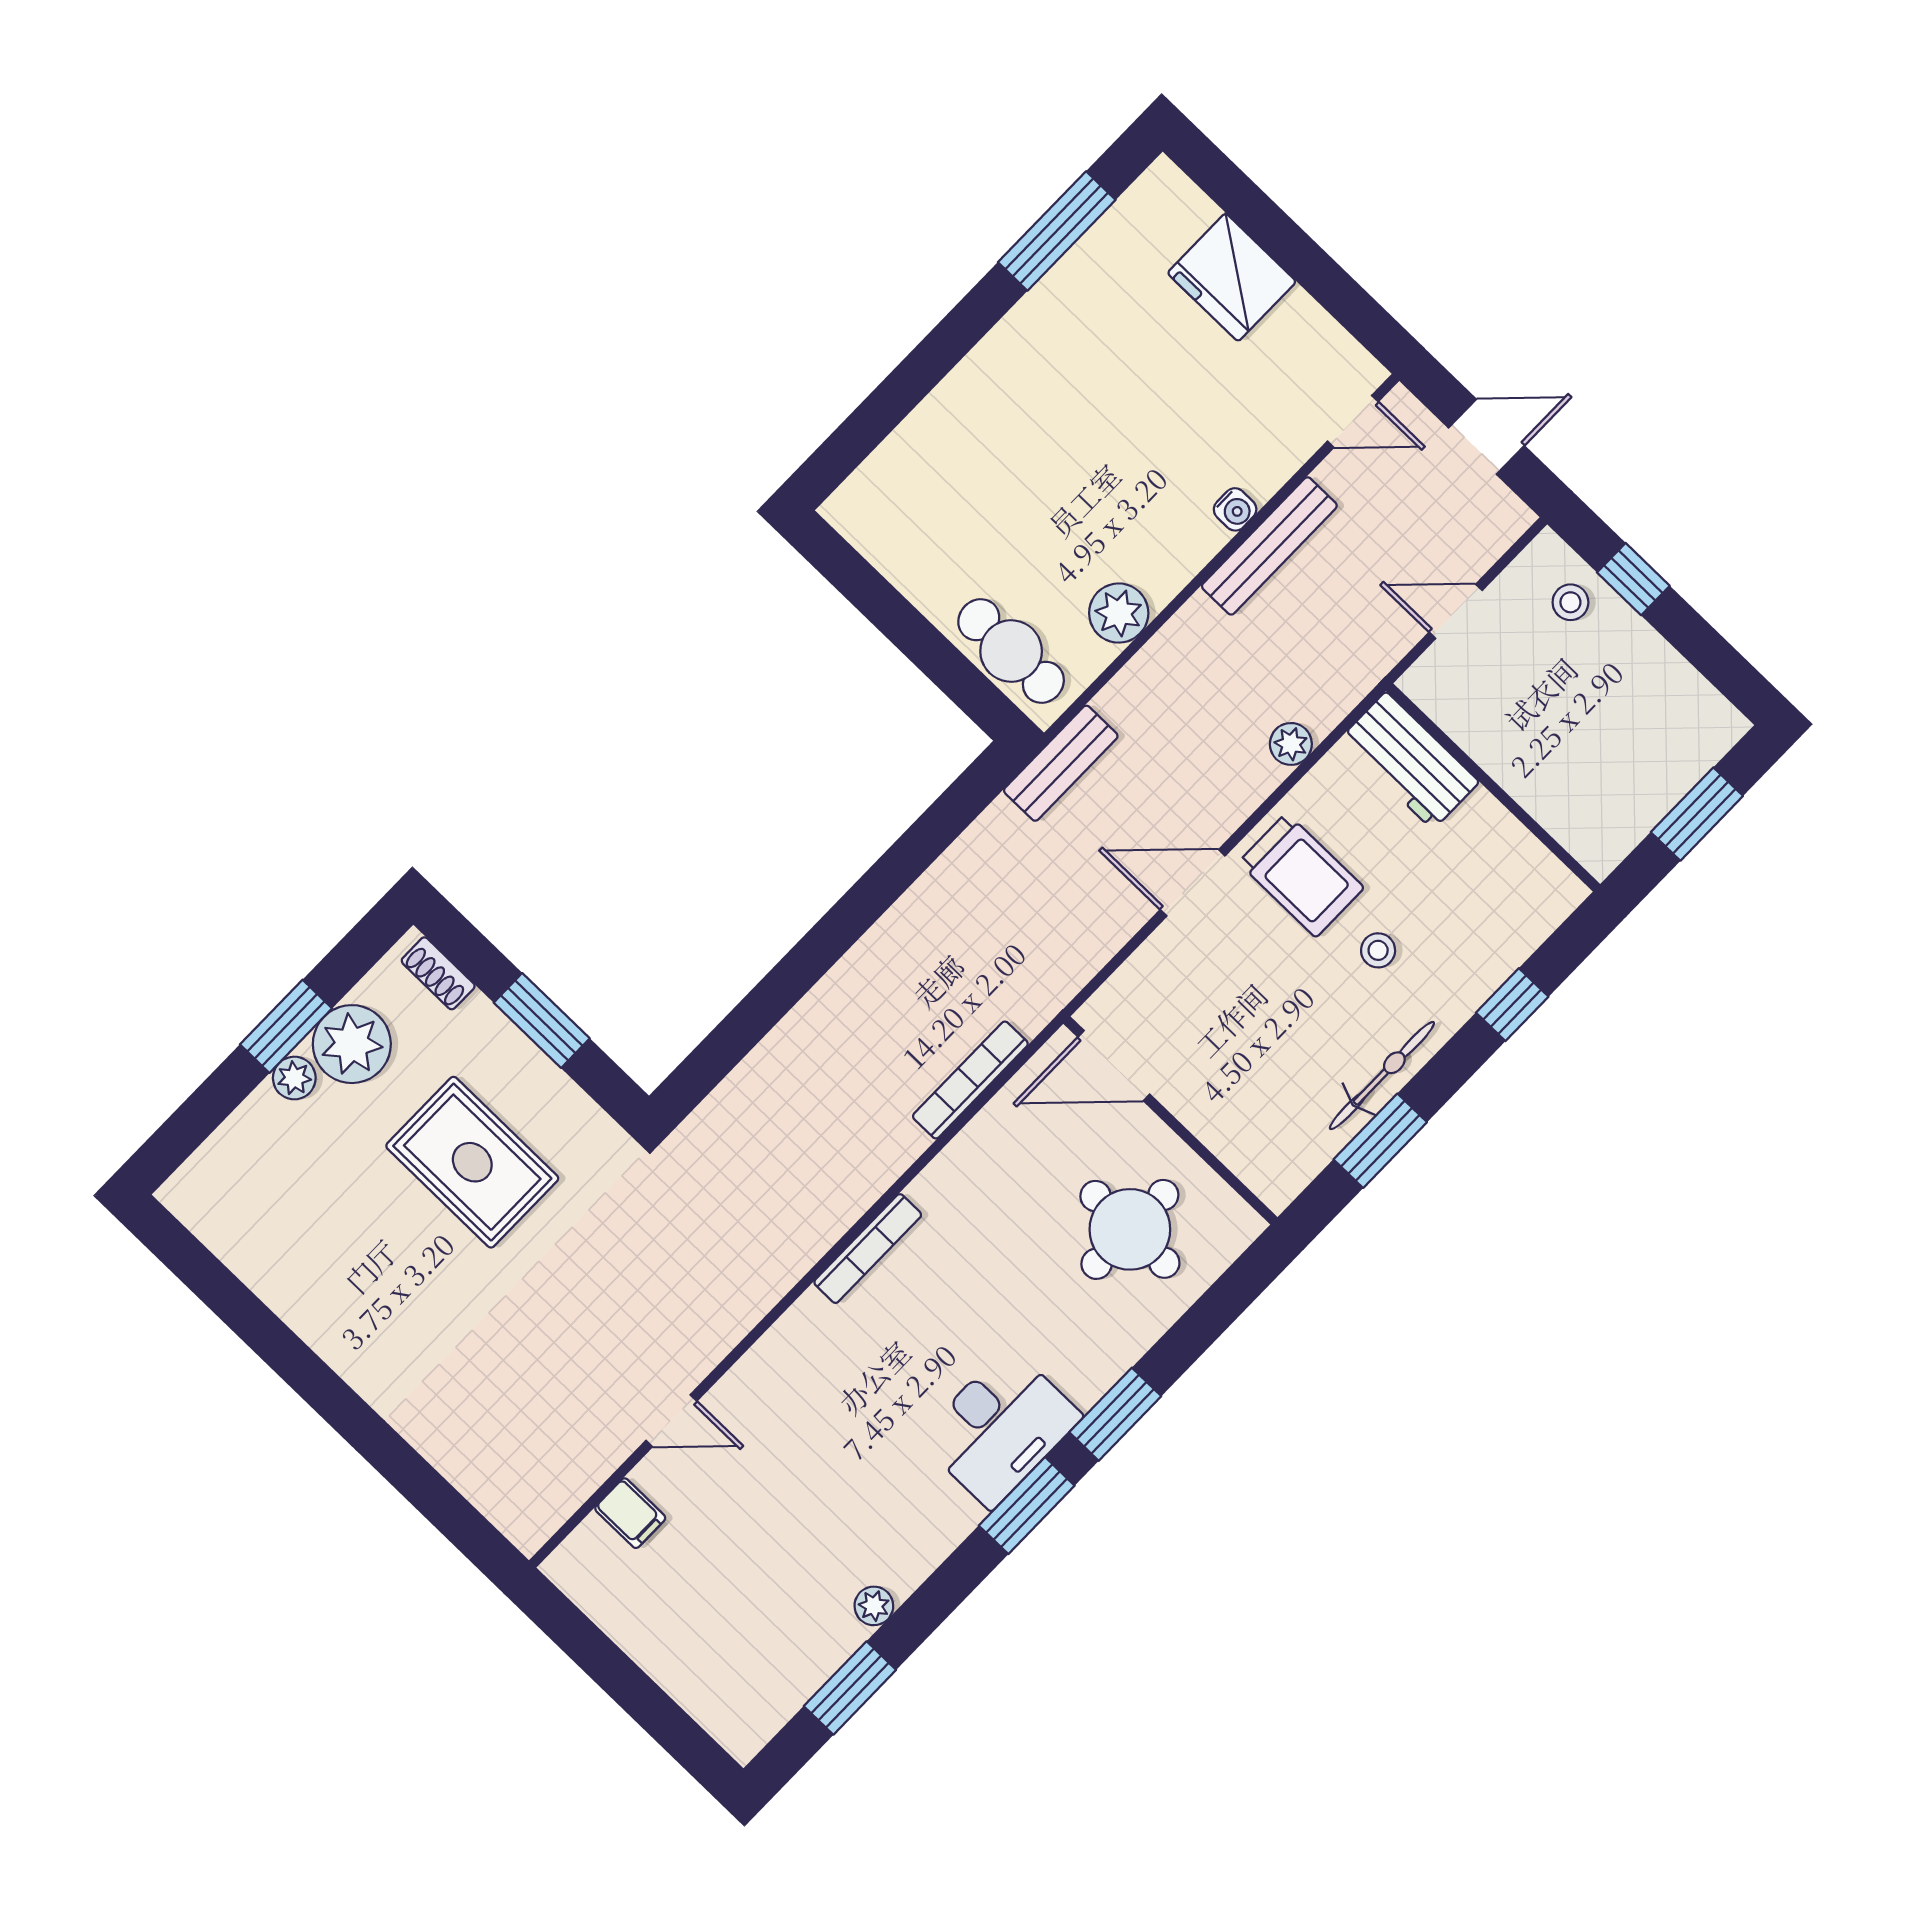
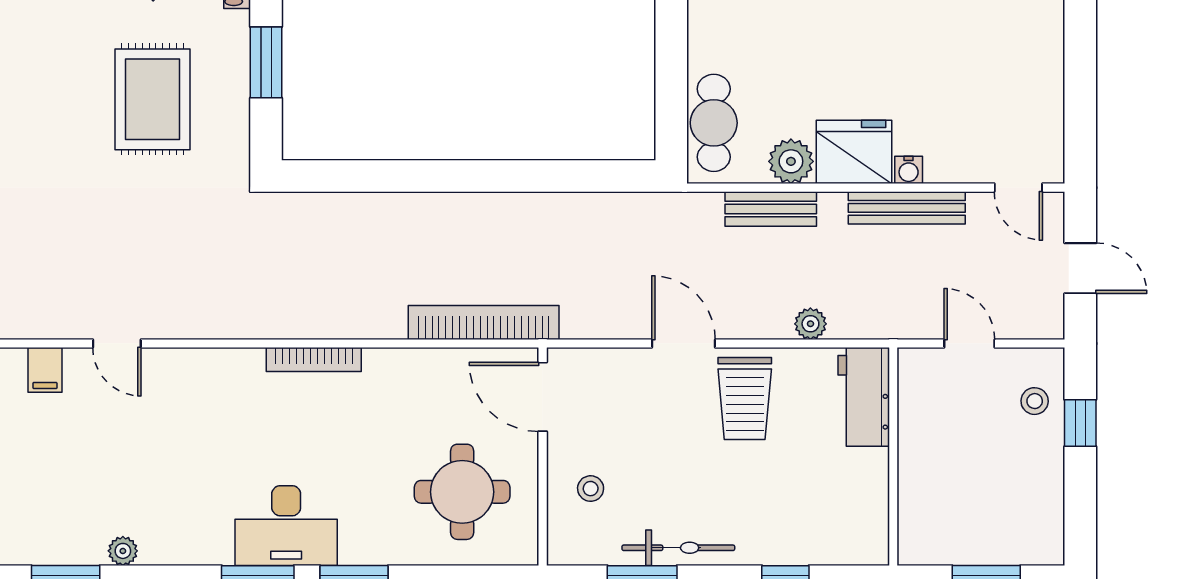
fridge: (1232, 277) -> (854, 152), moved, turned 90
bench: (1061, 763) -> (771, 209), moved
stool: (1378, 950) -> (591, 489), moved
bookcase: (970, 1080) -> (484, 323), width x1.48, depth x1.31

